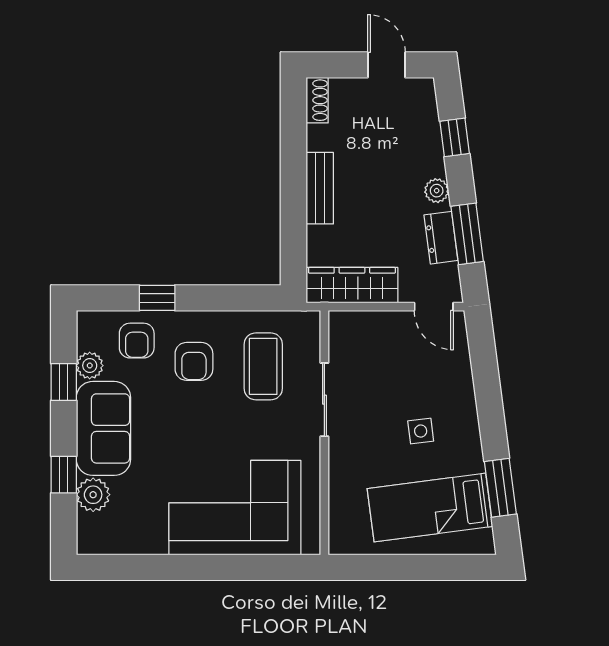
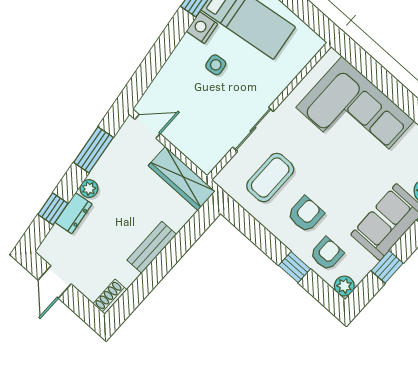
dresser: (441, 238) -> (74, 213), moved
door: (434, 307) -> (147, 126), hinge flipped
plant: (90, 366) -> (344, 286), moved
nightstand: (468, 456) -> (202, 28), added

